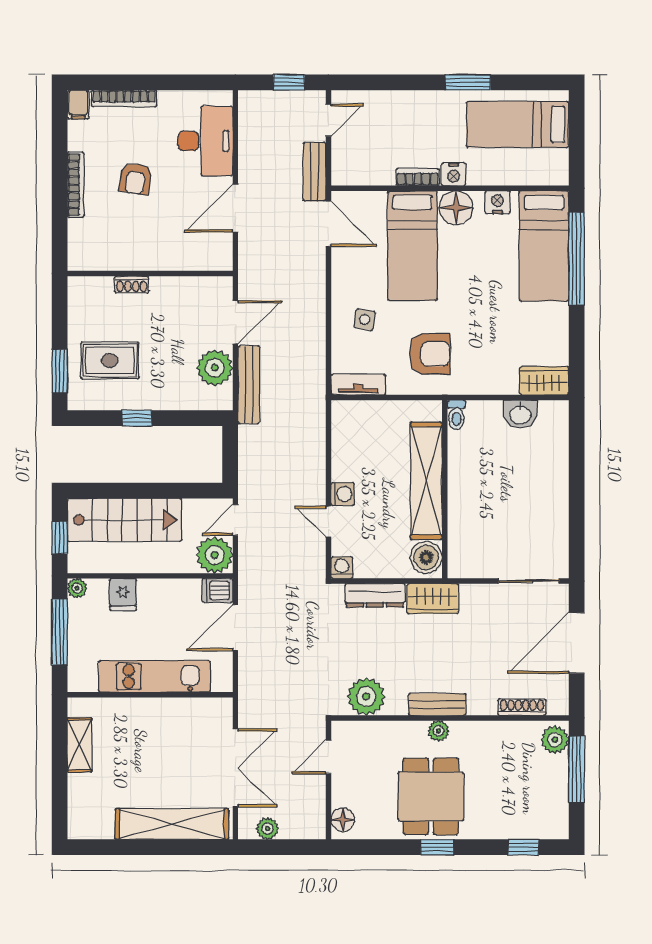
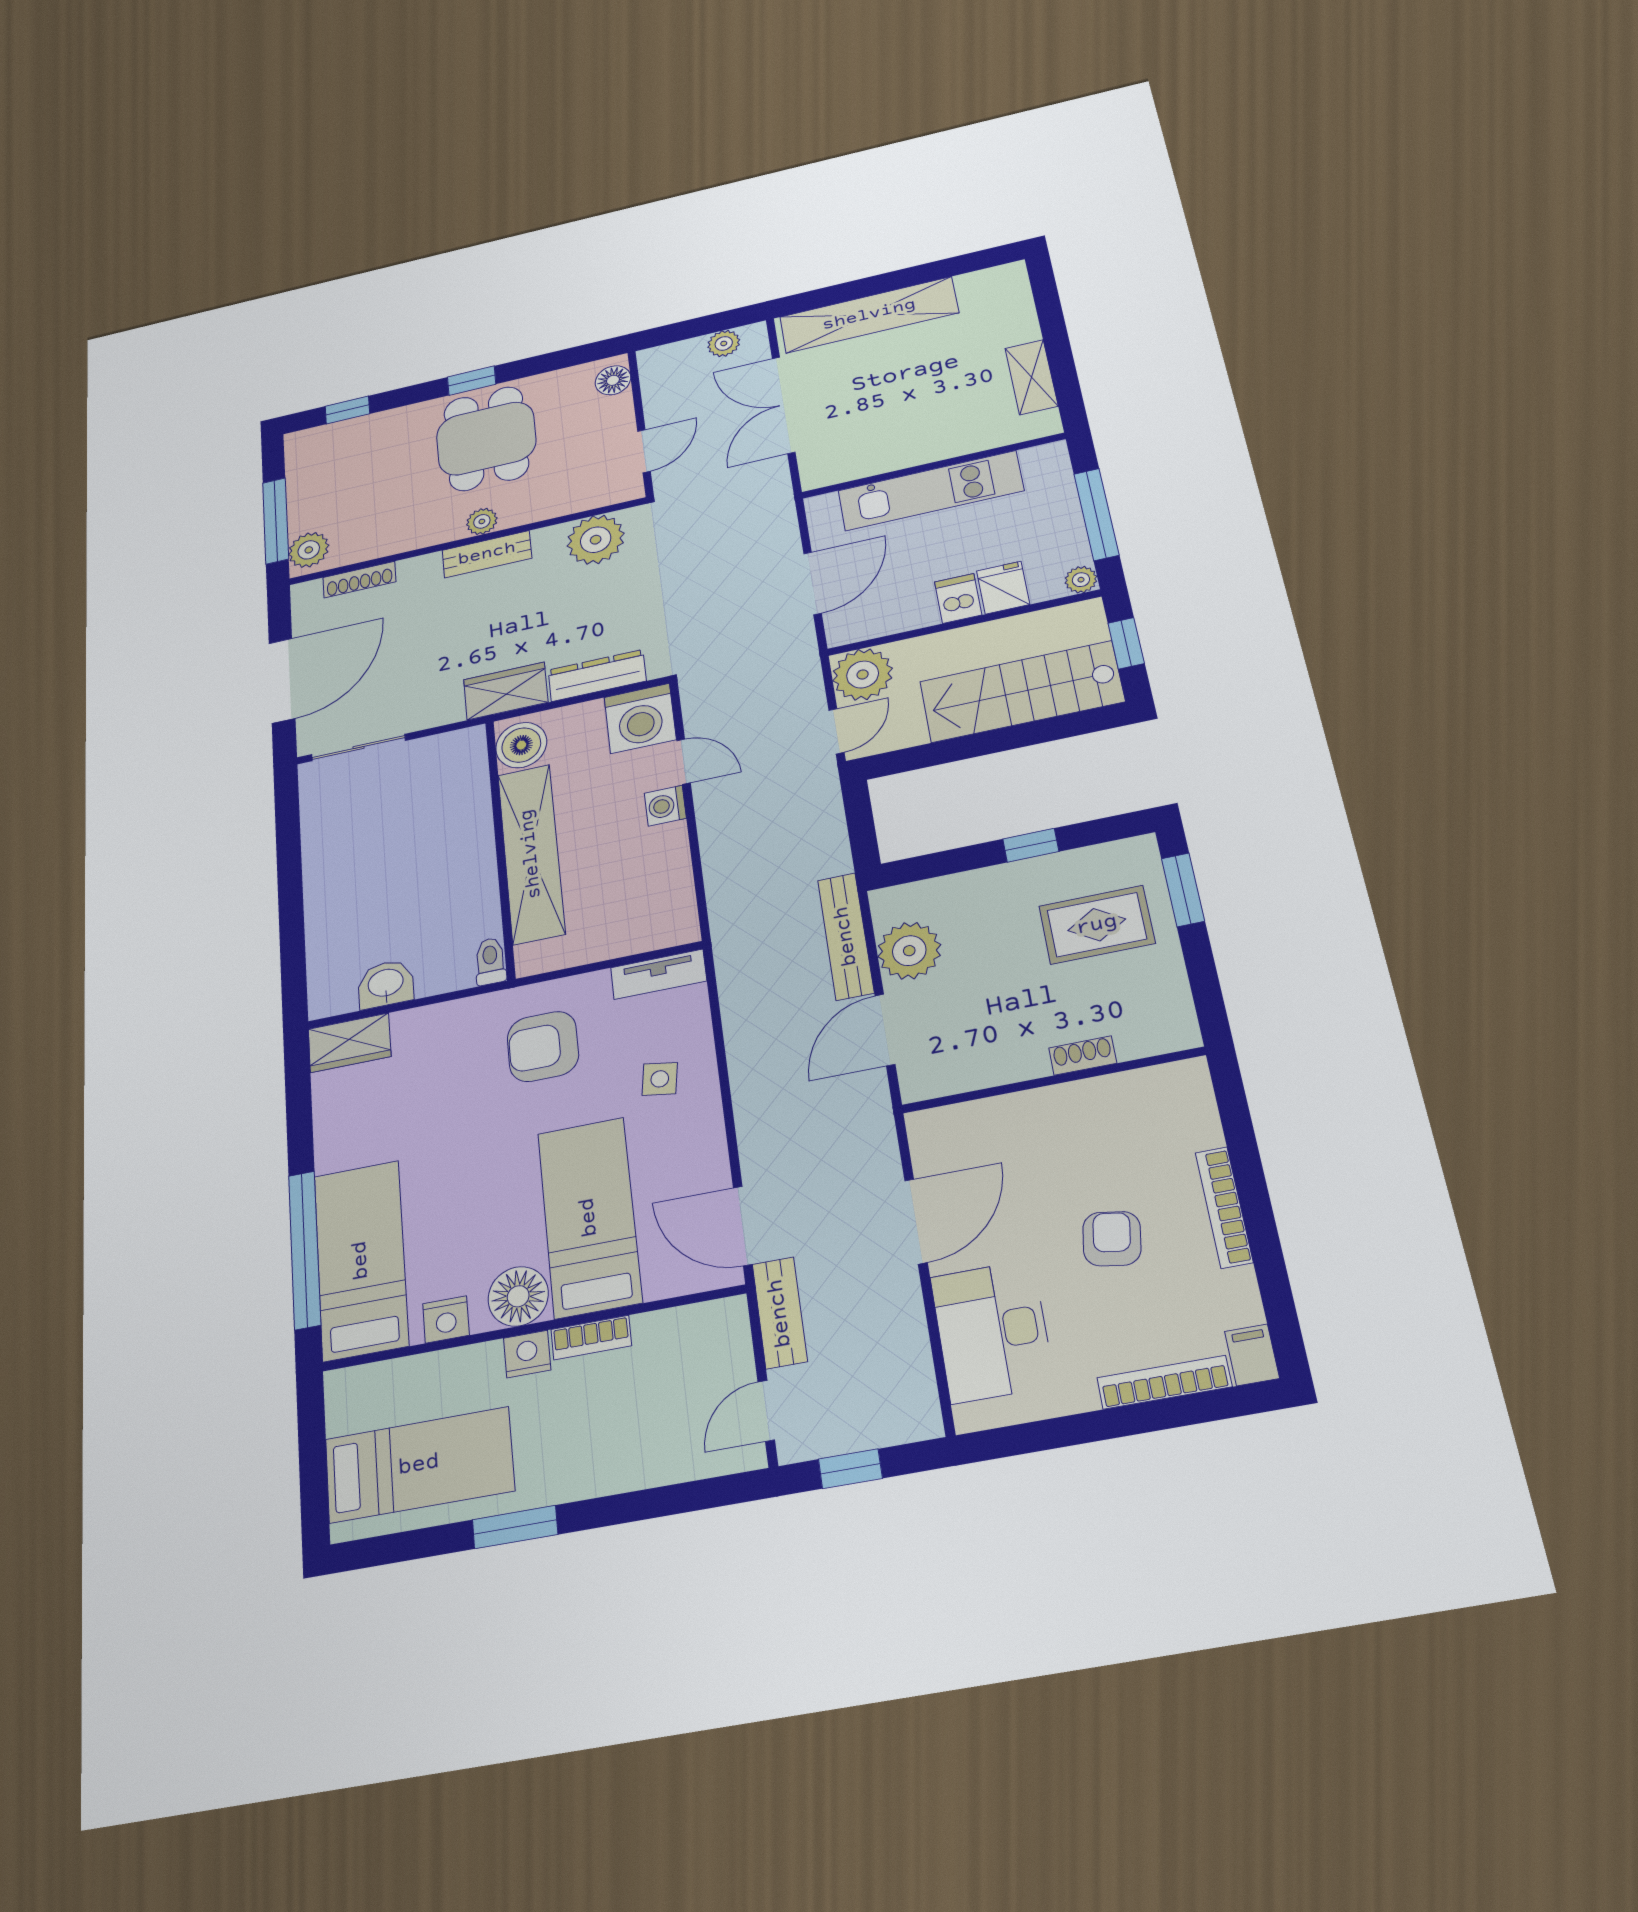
washing machine: (342, 568) -> (640, 718), width x1.89, depth x1.89
dishwasher: (217, 590) -> (958, 598), moved, turned -90

